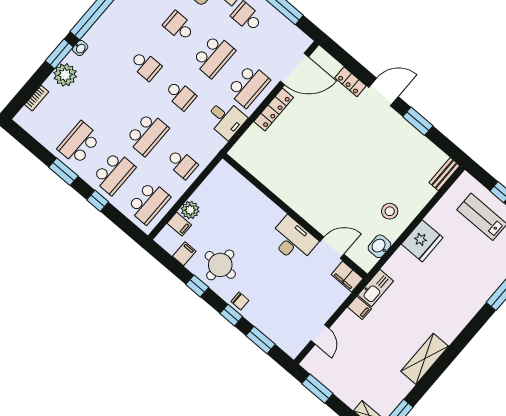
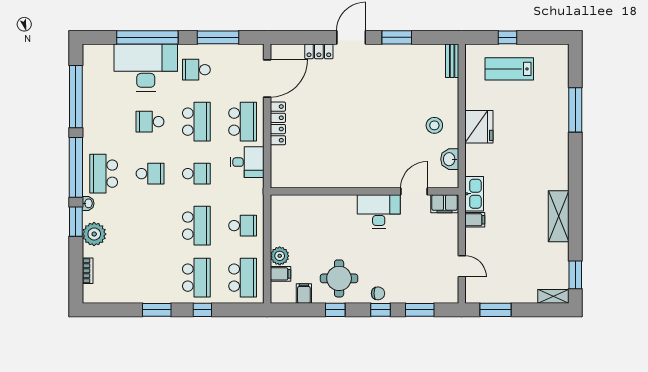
school desk: (79, 143) -> (104, 174), moved

